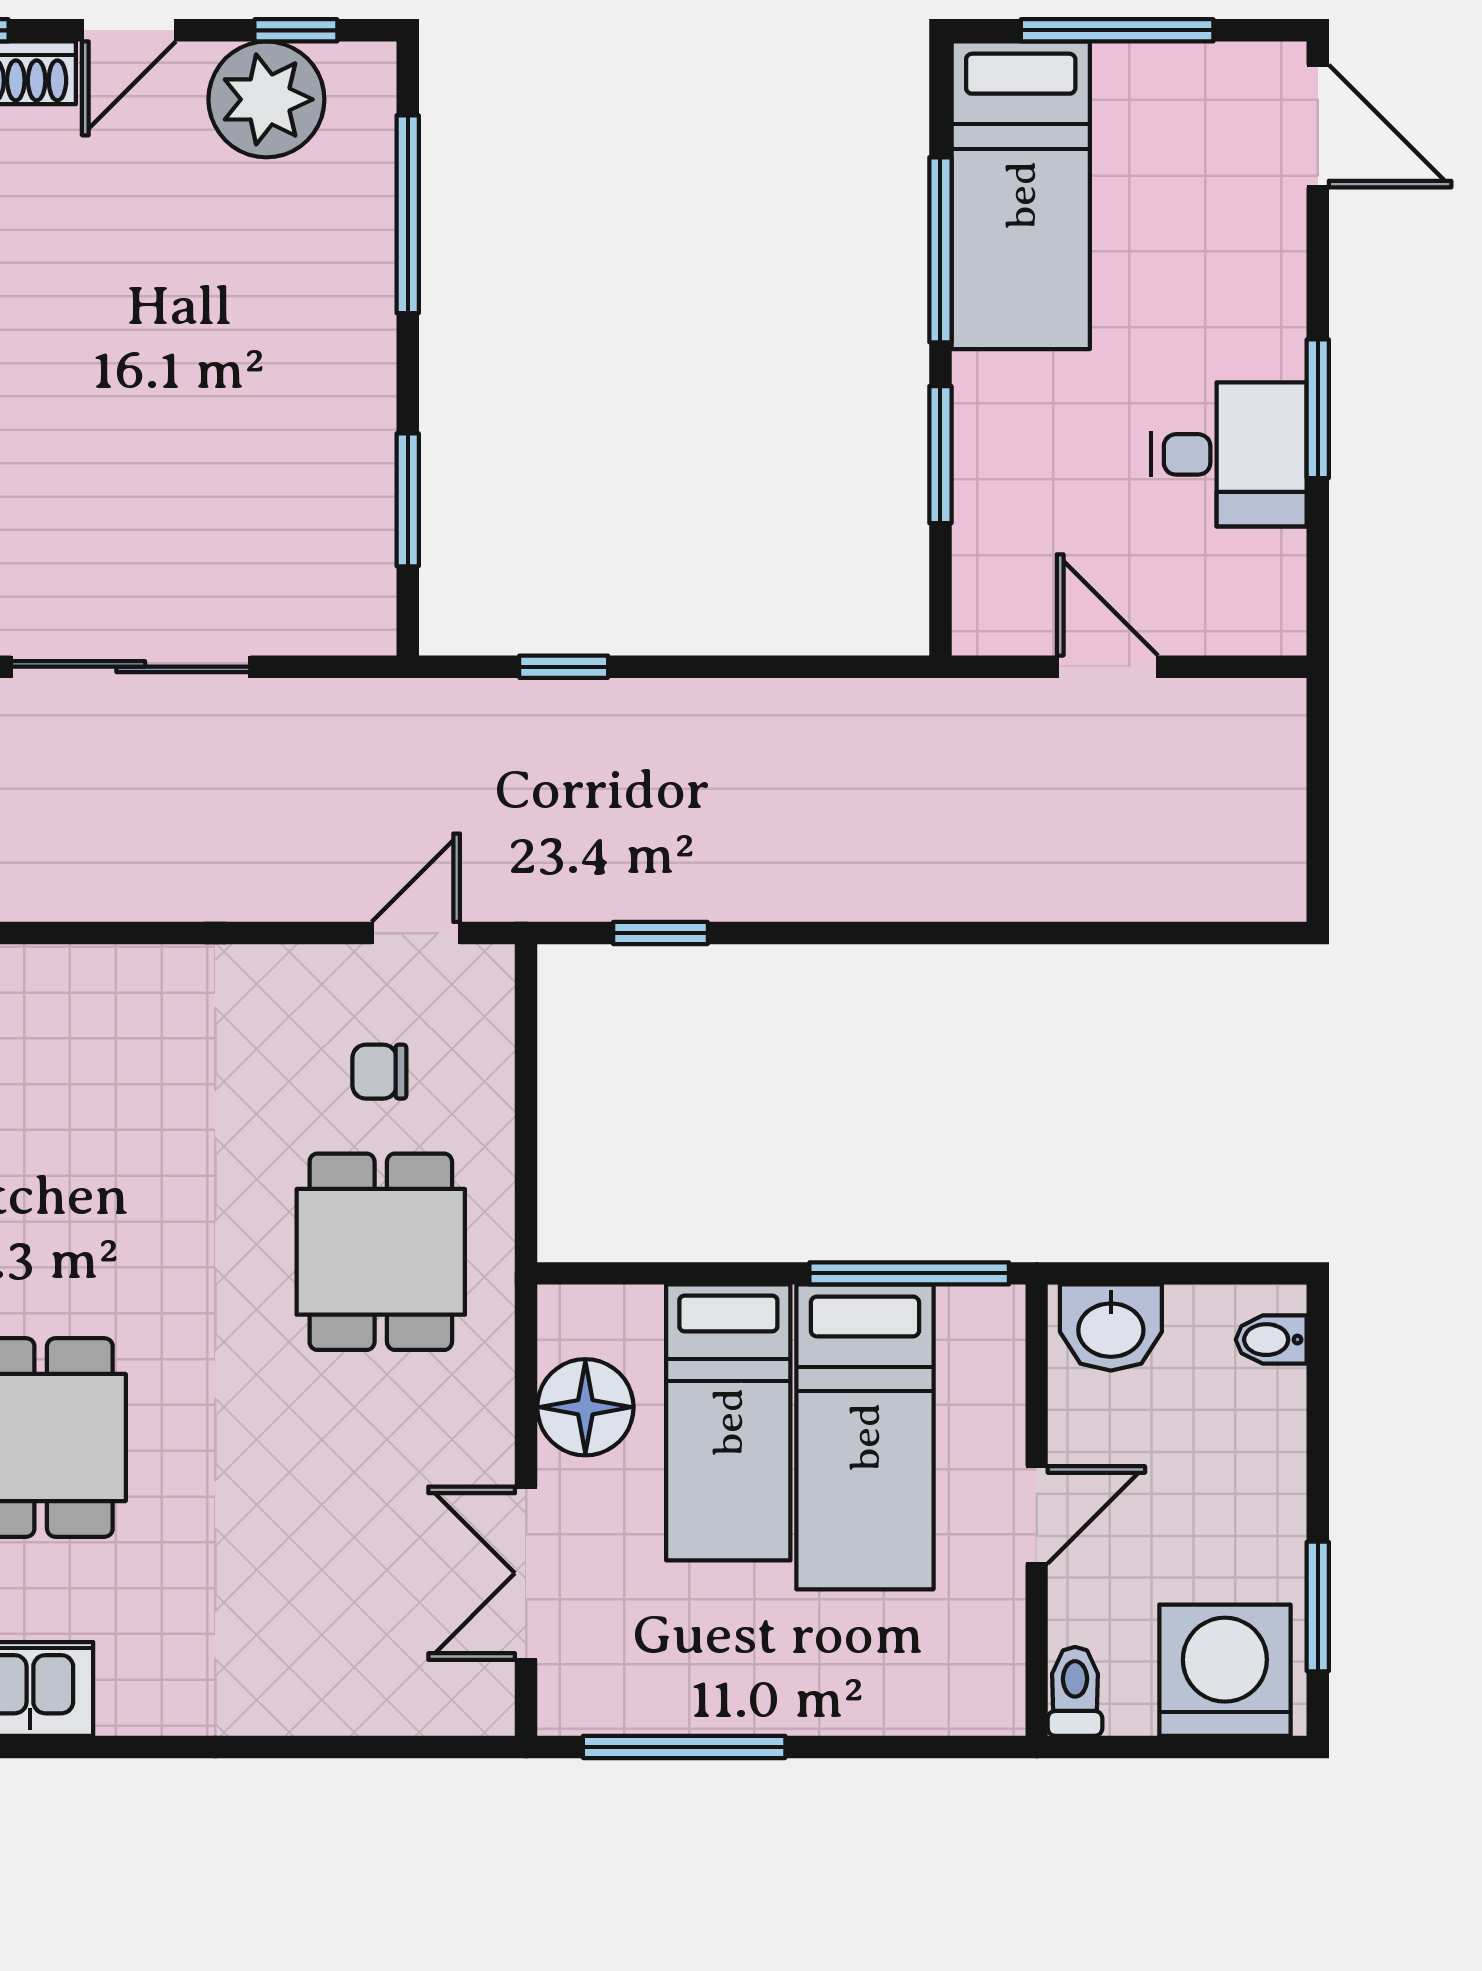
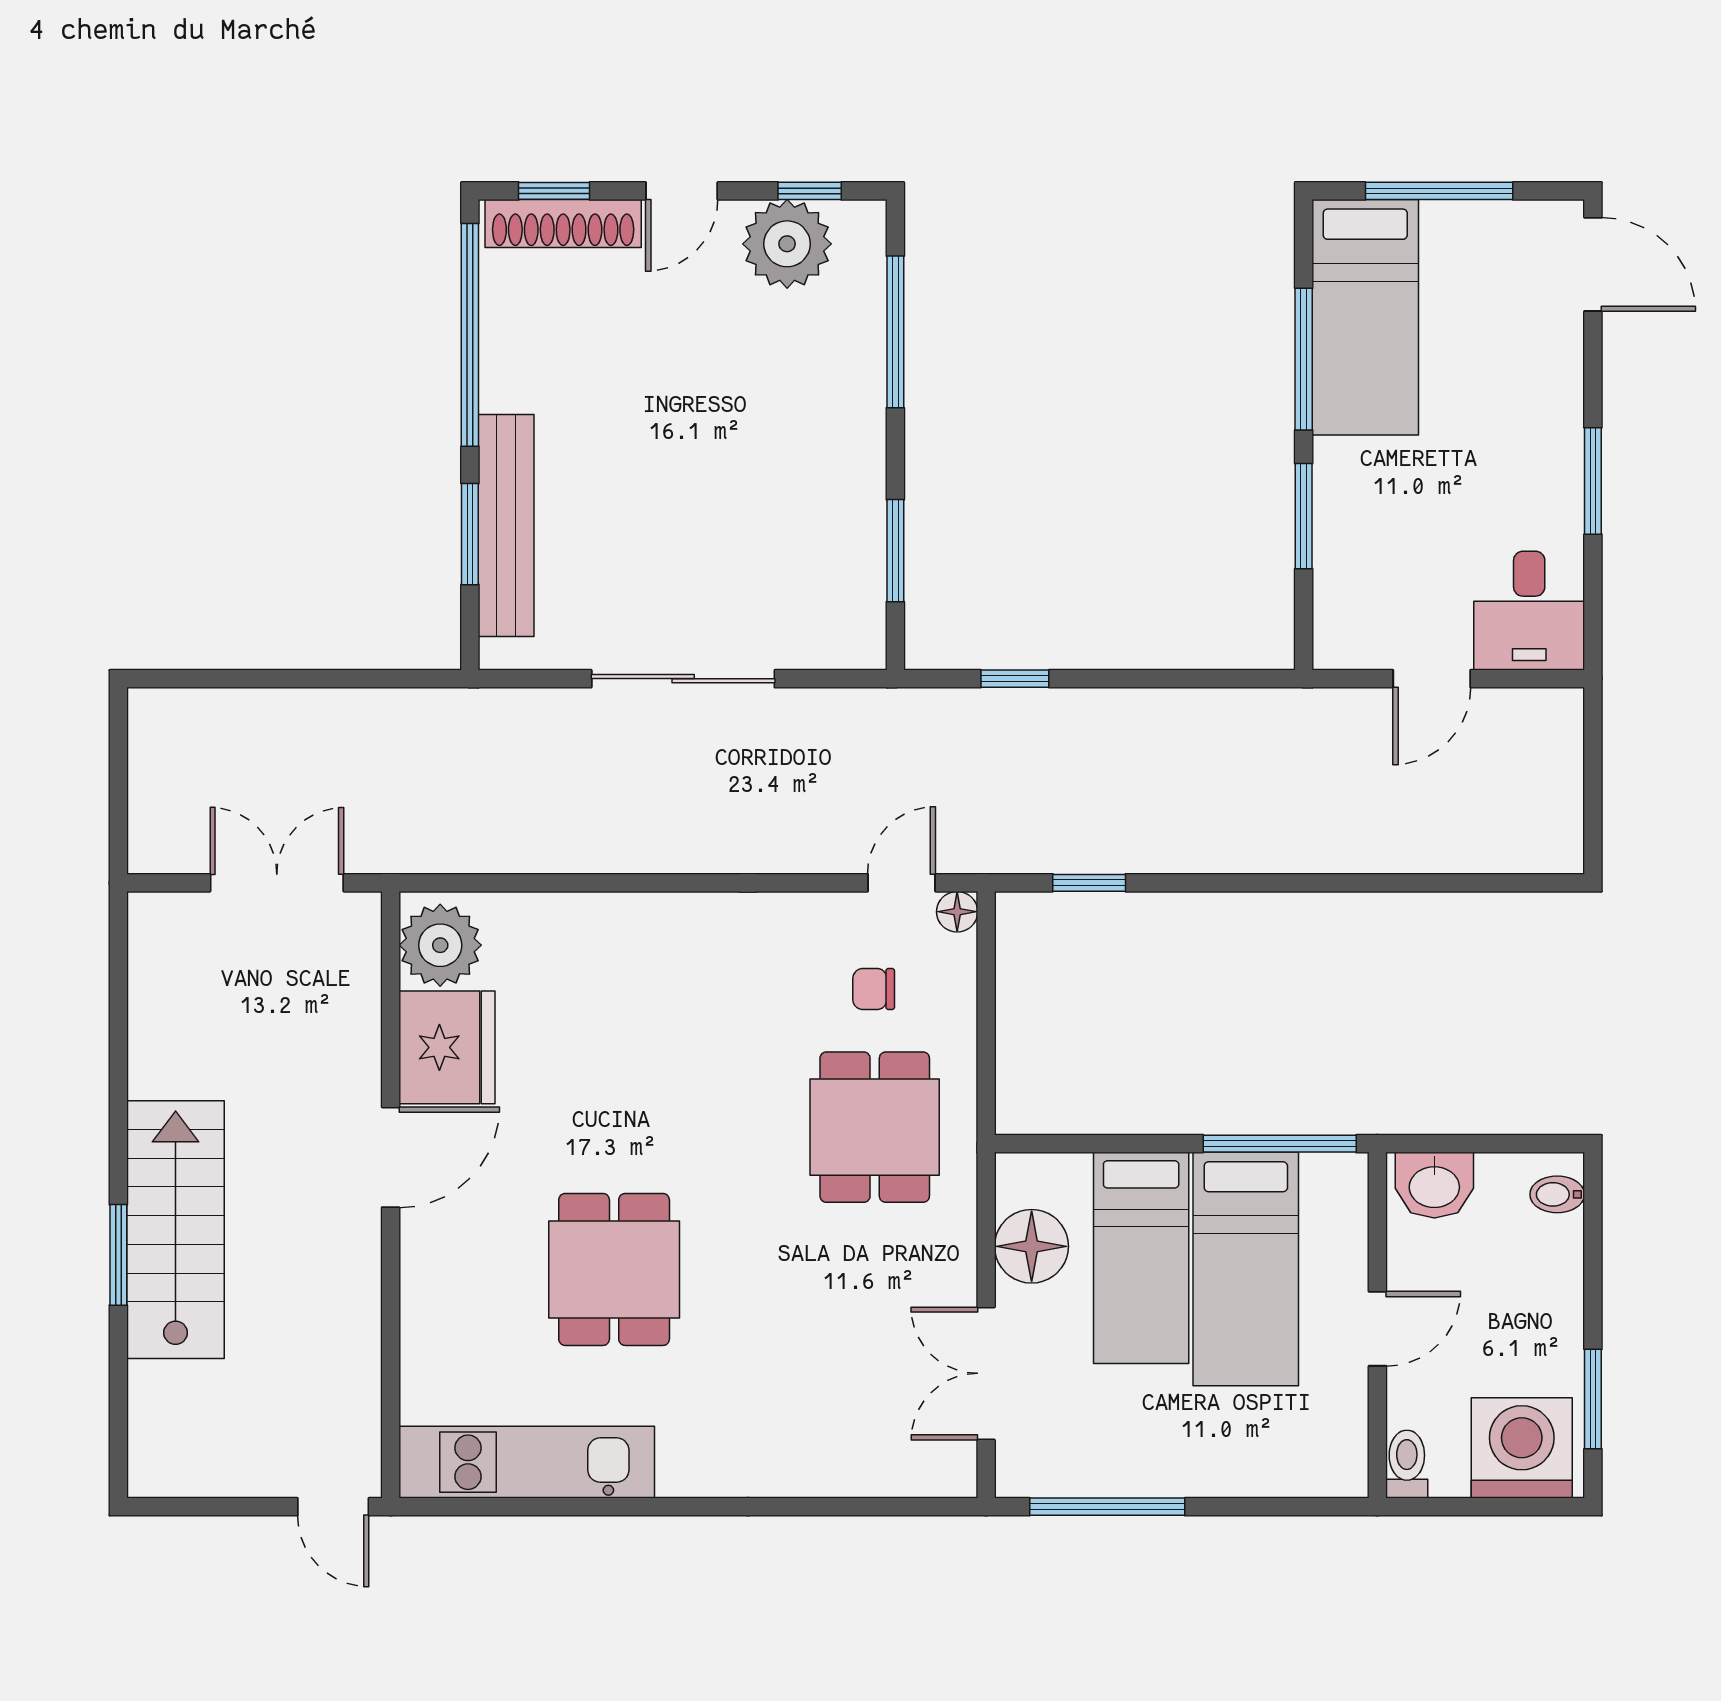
desk: (1229, 454) -> (1529, 611), moved, turned 90
door: (1108, 667) -> (1432, 679), swing flipped
floor lamp: (488, 971) -> (957, 912), added

